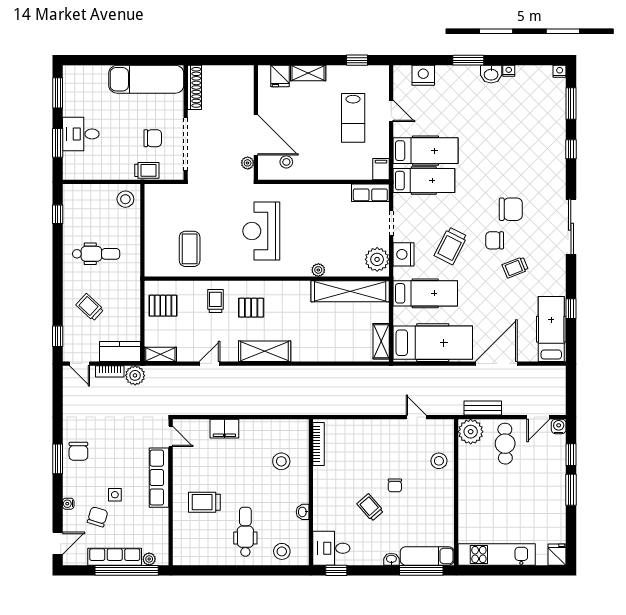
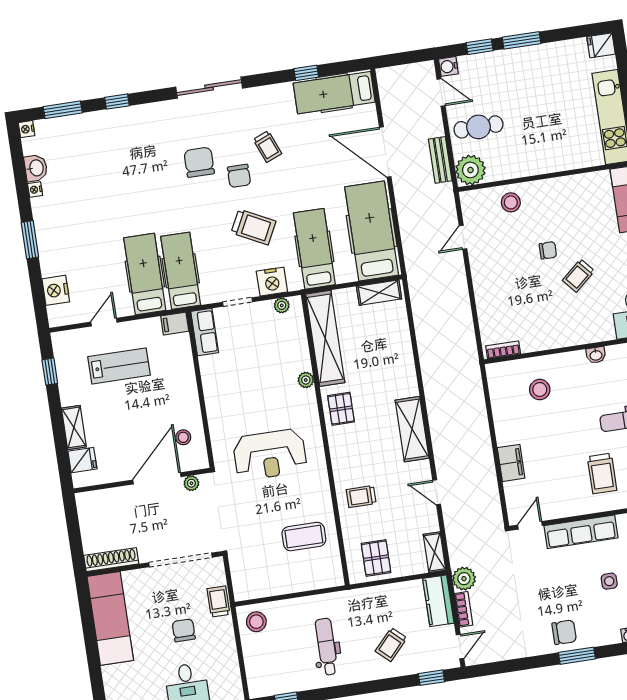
washbasin: (491, 74) -> (36, 168), moved
chair: (153, 138) -> (184, 630), moved
plant: (377, 259) -> (282, 305), width x0.53, depth x0.53
pallet: (251, 308) -> (341, 409), moved
bookcase: (318, 444) -> (503, 350), width x0.64

